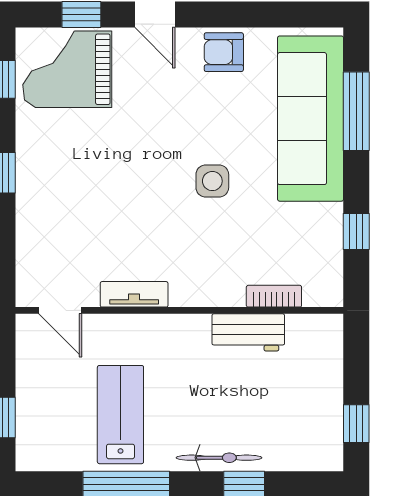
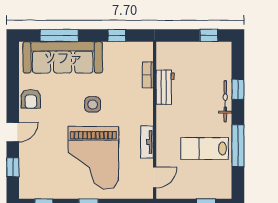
grand piano: (67, 69) -> (93, 158), moved, width x1.37, depth x1.48

